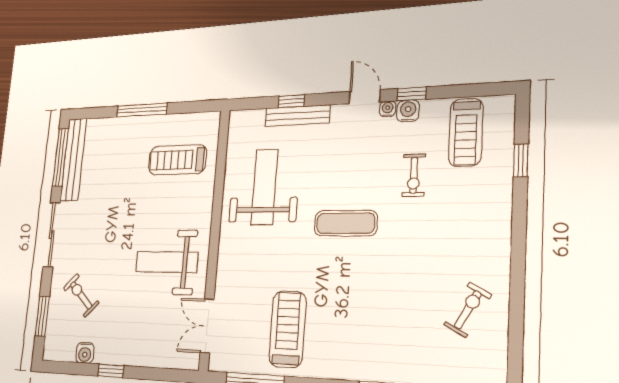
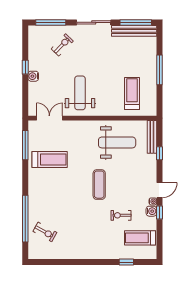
bench: (297, 116) -> (152, 137), moved
exercise bike: (468, 310) -> (45, 232), moved
window: (42, 316) -> (51, 22), width x1.44
water cooler: (85, 353) -> (33, 76), moved

